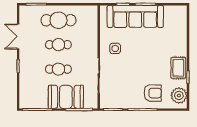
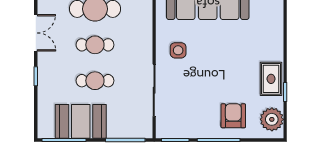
double door: (18, 36) -> (36, 33), swing flipped
armchair: (153, 93) -> (233, 116), turned -90
booth: (66, 97) -> (81, 121), moved

